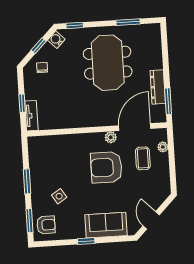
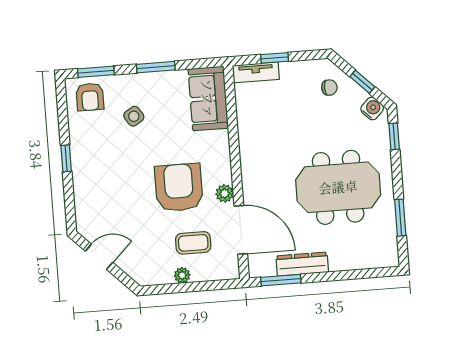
plant: (163, 147) -> (182, 275), moved
sofa: (106, 225) -> (208, 98), moved, turned 180

